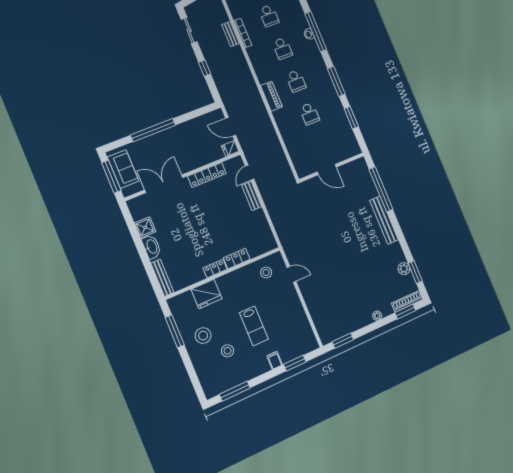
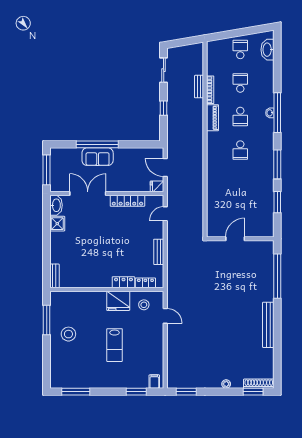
school desk: (269, 16) -> (240, 83), turned 180
piano: (271, 96) -> (212, 118), moved
school desk: (309, 114) -> (240, 184), removed
sofa: (123, 169) -> (98, 157), moved, turned 90
door: (327, 170) -> (235, 239), swing flipped
bench: (252, 196) -> (159, 252), moved
bench: (384, 220) -> (268, 325), moved
washbasin: (152, 247) -> (56, 205), moved
locker: (215, 269) -> (145, 283), moved
plant: (404, 269) -> (268, 354), removed
window: (415, 272) -> (277, 362), removed
bench: (162, 278) -> (54, 276), width x0.73
fridge: (206, 294) -> (118, 301), moved
stool: (228, 351) -> (84, 356), removed
filing cabinet: (275, 360) -> (154, 382), moved

